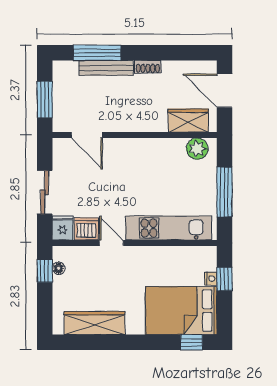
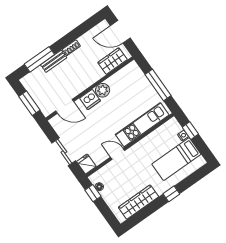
bench: (106, 68) -> (54, 61), width x0.73
plant: (197, 149) -> (103, 90), moved
dishwasher: (86, 229) -> (90, 100), moved, turned 180
bed: (181, 311) -> (176, 159), width x0.67
window: (192, 342) -> (171, 194), moved

